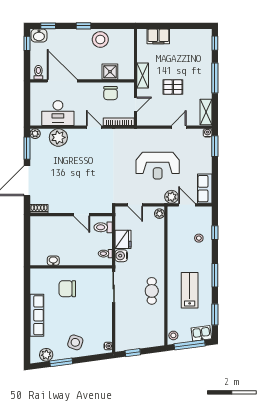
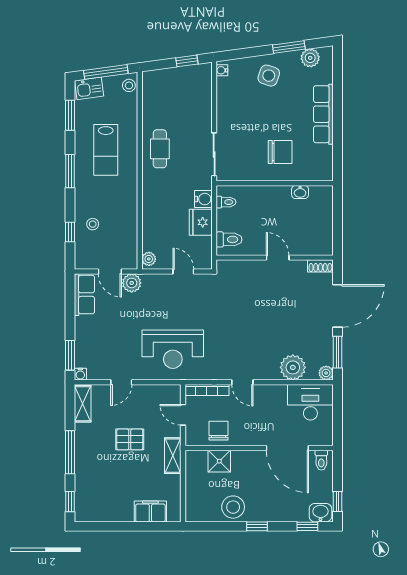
door: (135, 104) -> (183, 415), hinge flipped
desk: (58, 113) -> (310, 402), moved
reception desk: (158, 166) -> (173, 349), moved, turned 180
door: (82, 215) -> (278, 258), moved

